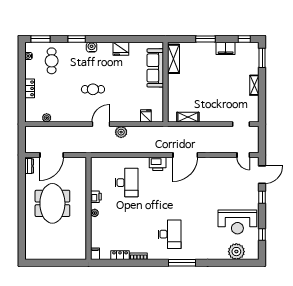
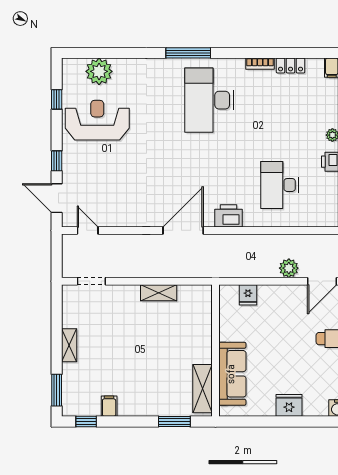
window: (206, 39) -> (174, 421), moved
filing cabinet: (226, 48) -> (109, 406), width x0.50
shelving: (188, 117) -> (159, 293), moved
door: (262, 175) -> (57, 198), hinge flipped
desk: (170, 234) -> (209, 100), width x1.36, depth x1.30

